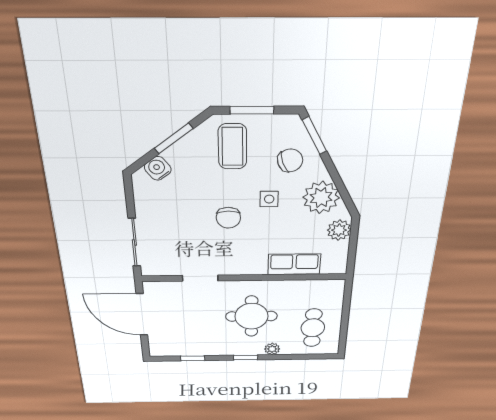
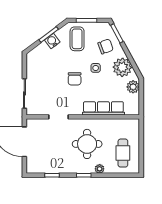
water cooler: (158, 168) -> (52, 41), moved
row of seats: (294, 264) -> (103, 108), width x1.48

